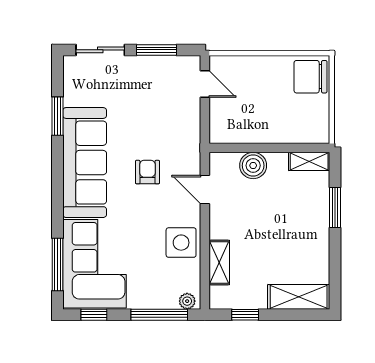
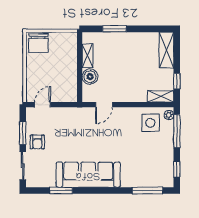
shelving: (309, 161) -> (88, 56), moved
armchair: (147, 172) -> (37, 142), moved, turned -90
side table: (181, 243) -> (150, 123), moved
shelving: (219, 263) -> (161, 96), moved
corner sofa: (94, 264) -> (147, 169), removed

